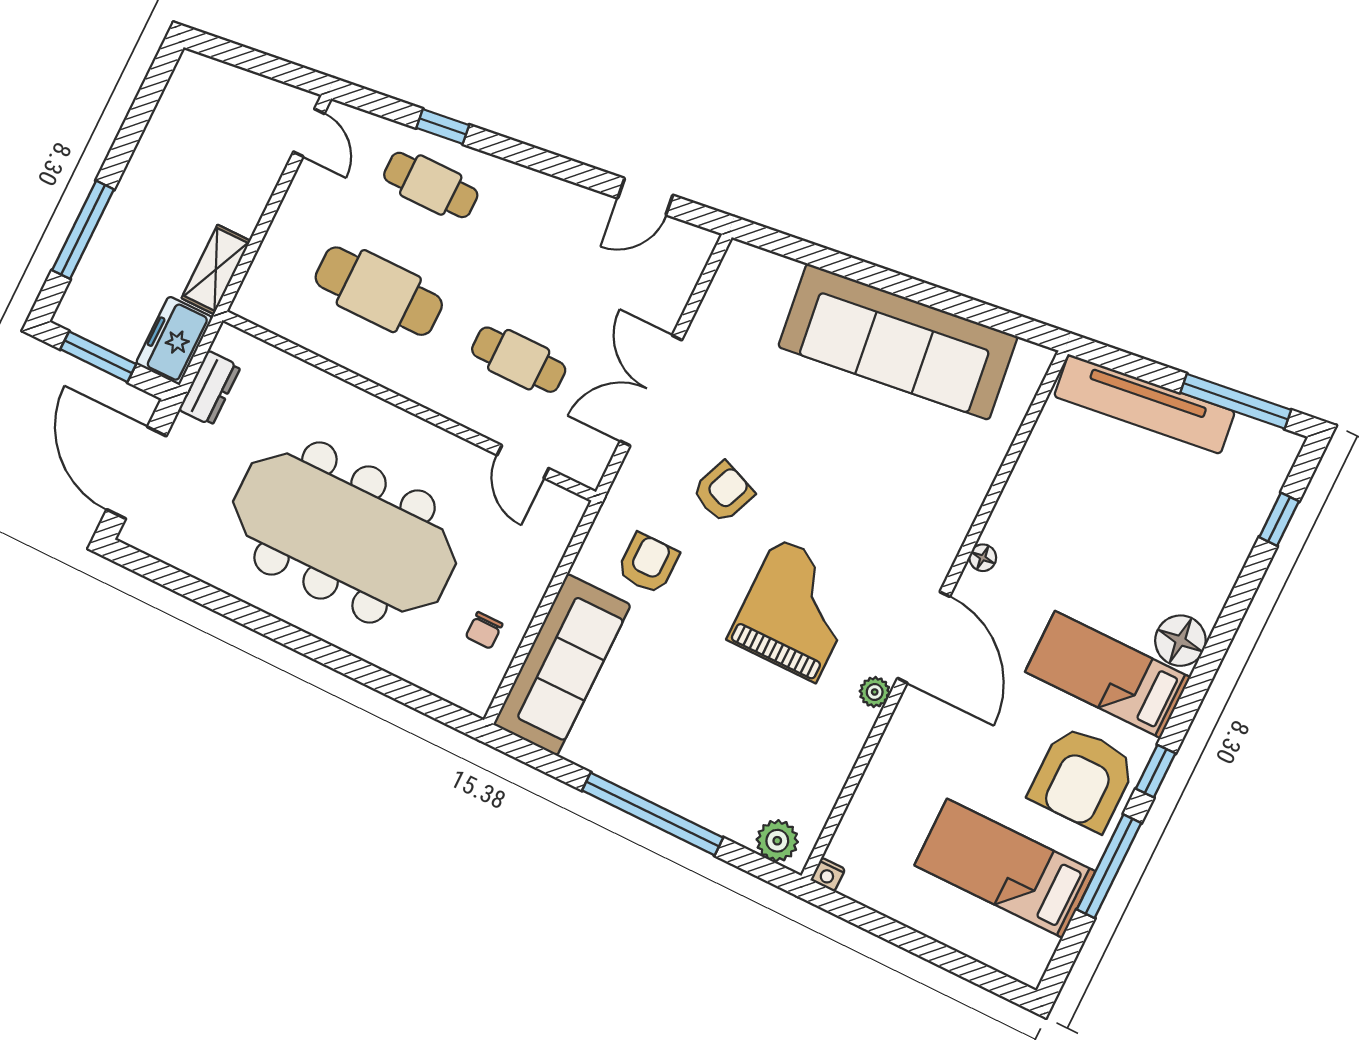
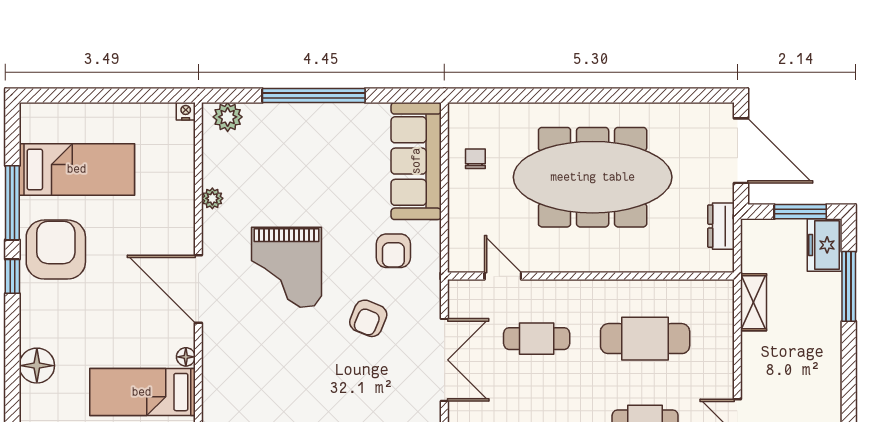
freezer: (174, 341) -> (825, 245), moved, turned 180
bed: (1108, 675) -> (142, 392), moved, turned 180
plant: (875, 692) -> (212, 198), moved

